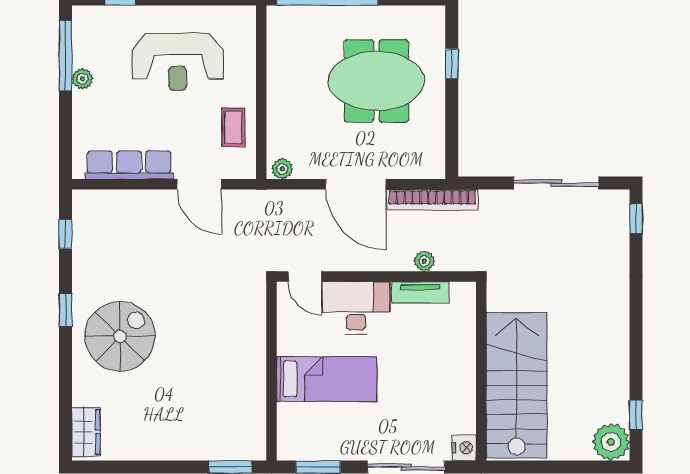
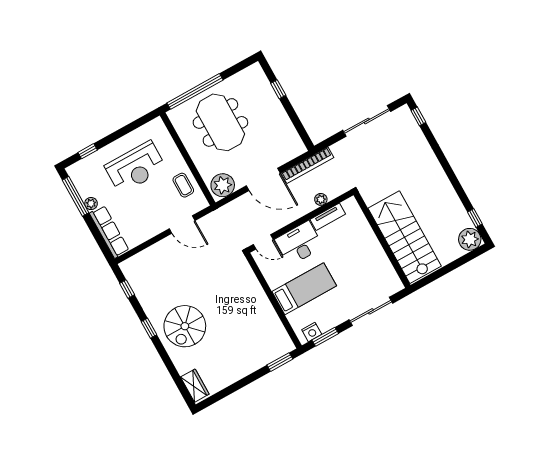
meeting table: (376, 81) -> (220, 122), moved, turned 90
row of seats: (129, 165) -> (109, 232), moved, turned 90
plant: (282, 169) -> (223, 185), width x1.87, depth x1.87
spiral stairs: (120, 336) -> (185, 326), turned 180
nightstand: (464, 448) -> (312, 332), moved, turned 90

